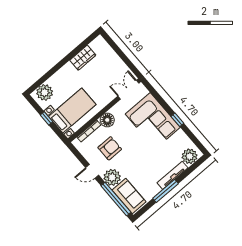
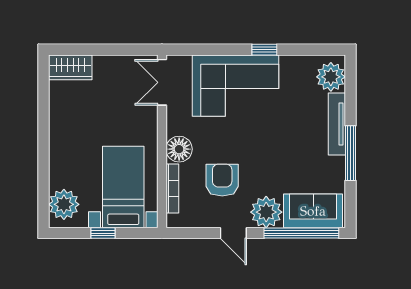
wardrobe: (83, 58) -> (70, 67), moved, turned 90
door: (92, 171) -> (233, 233), hinge flipped

